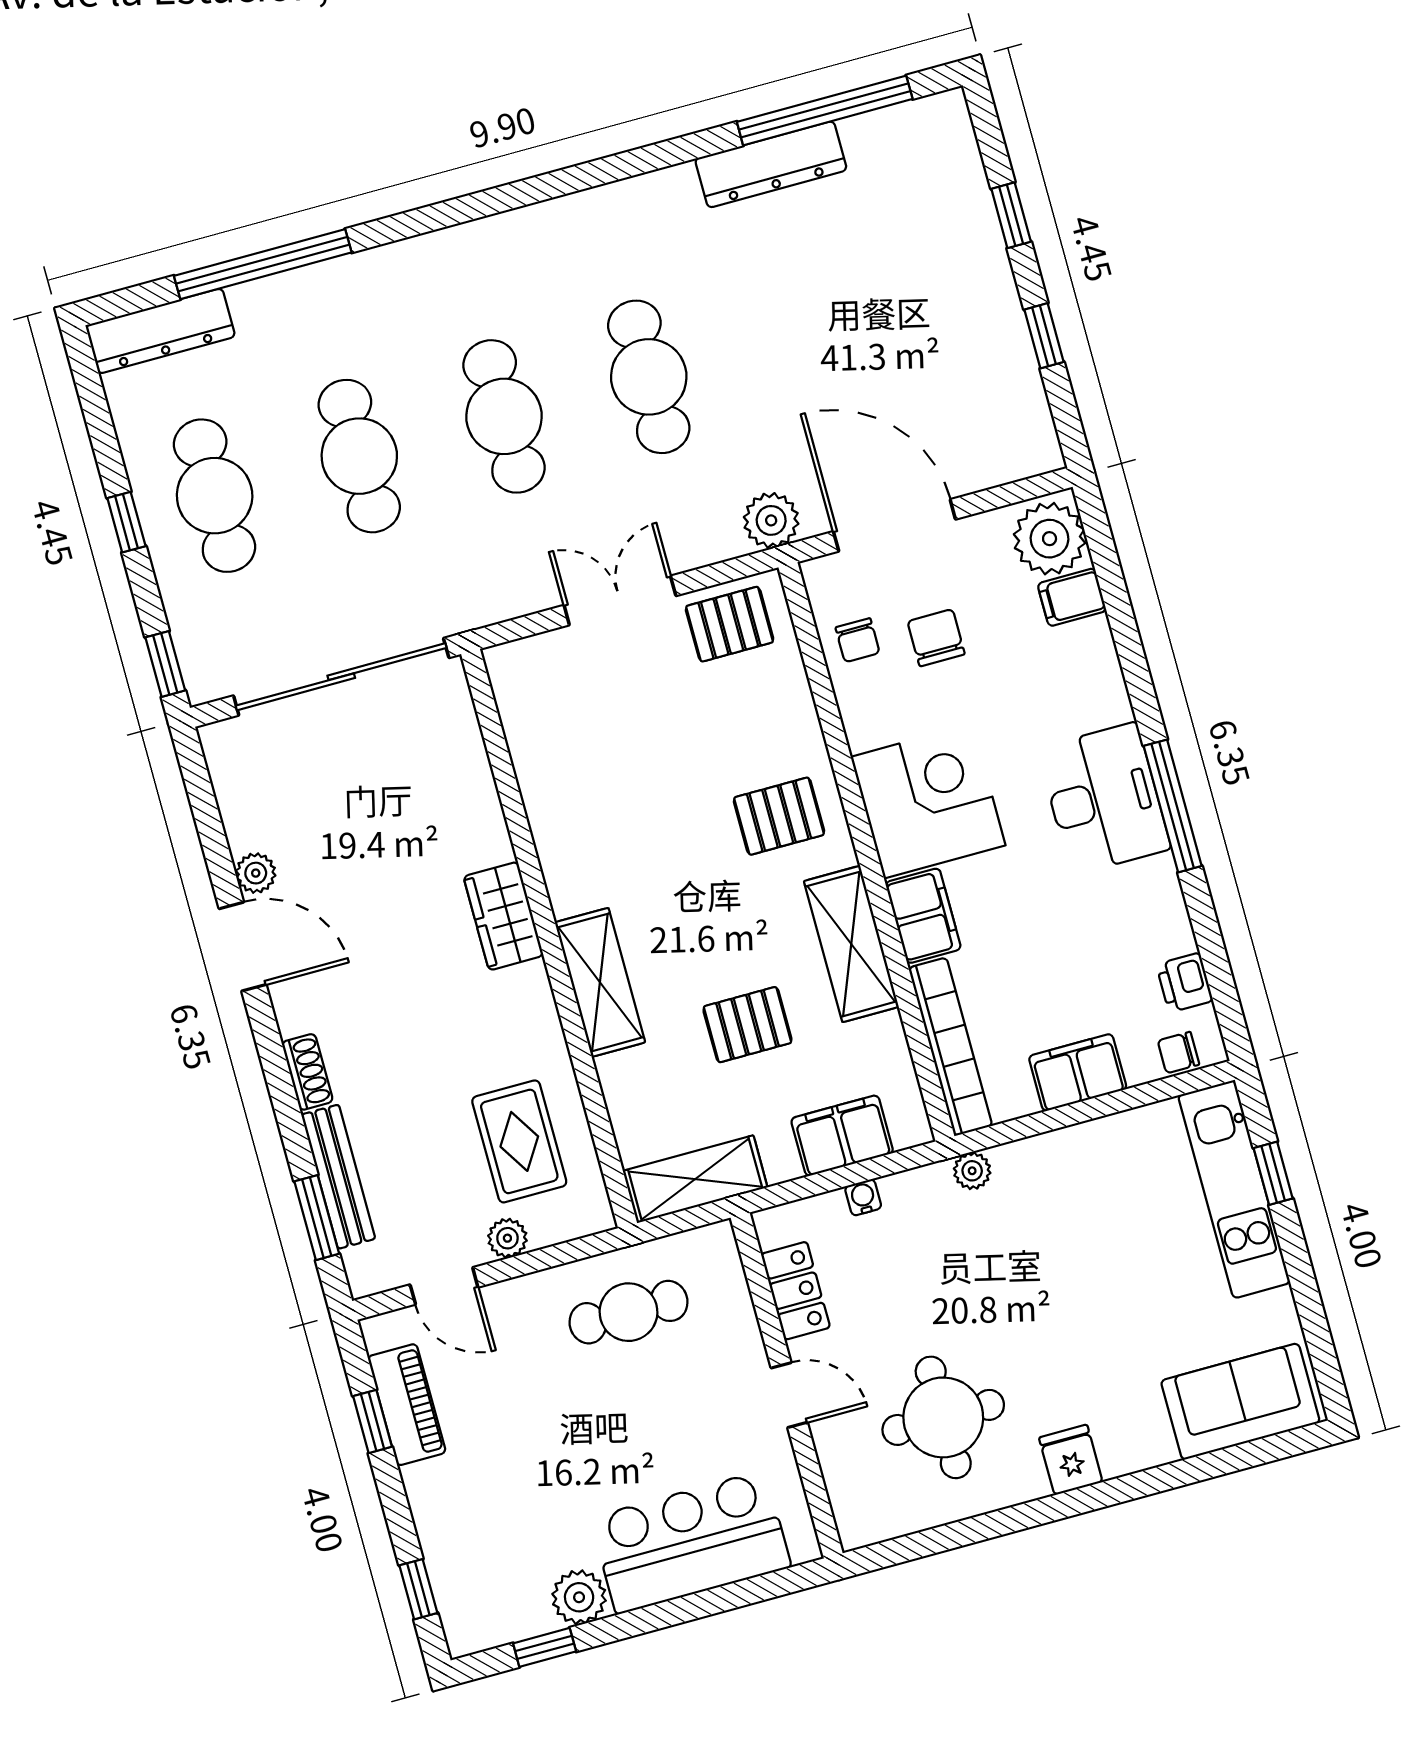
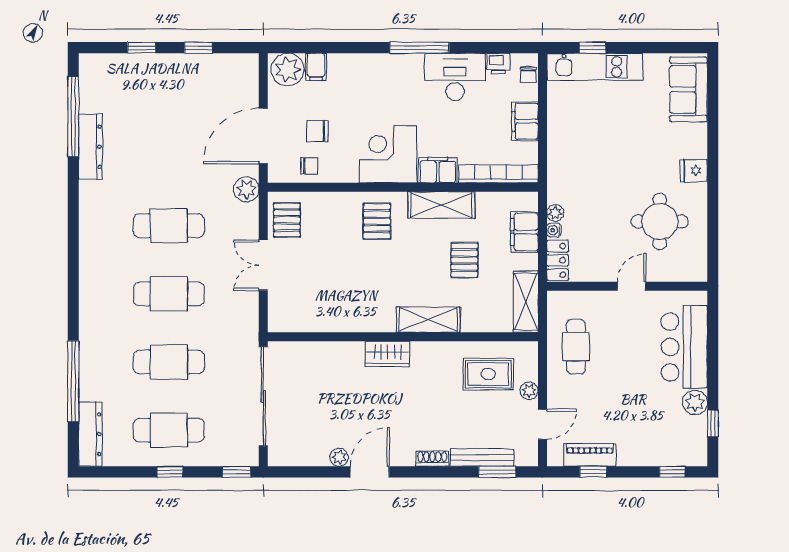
desk: (1104, 799) -> (455, 77), moved
plant: (972, 1171) -> (555, 213), moved
locker: (796, 1291) -> (558, 260), moved, turned 90

